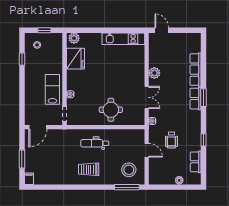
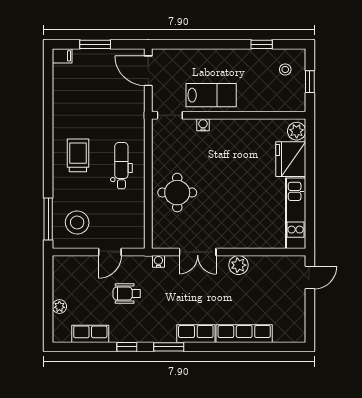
fridge: (75, 59) -> (291, 159), moved, turned 90
window: (203, 98) -> (169, 347), moved

